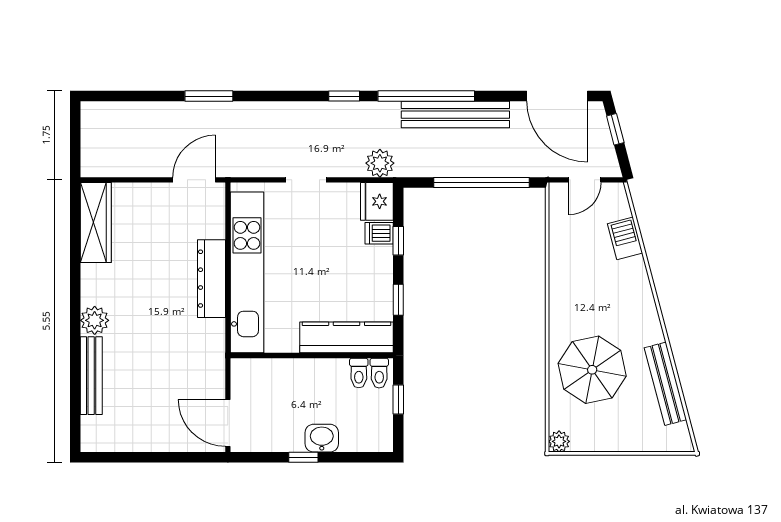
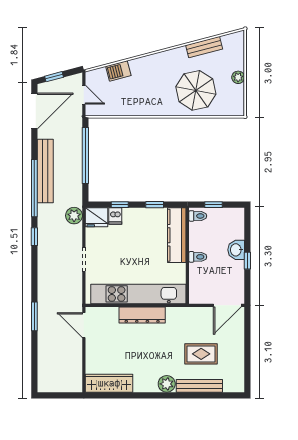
toilet: (359, 373) -> (198, 257), moved
rug: (145, 378) -> (201, 354), added
bench: (665, 384) -> (204, 47), width x0.73
plant: (559, 441) -> (238, 77), moved

